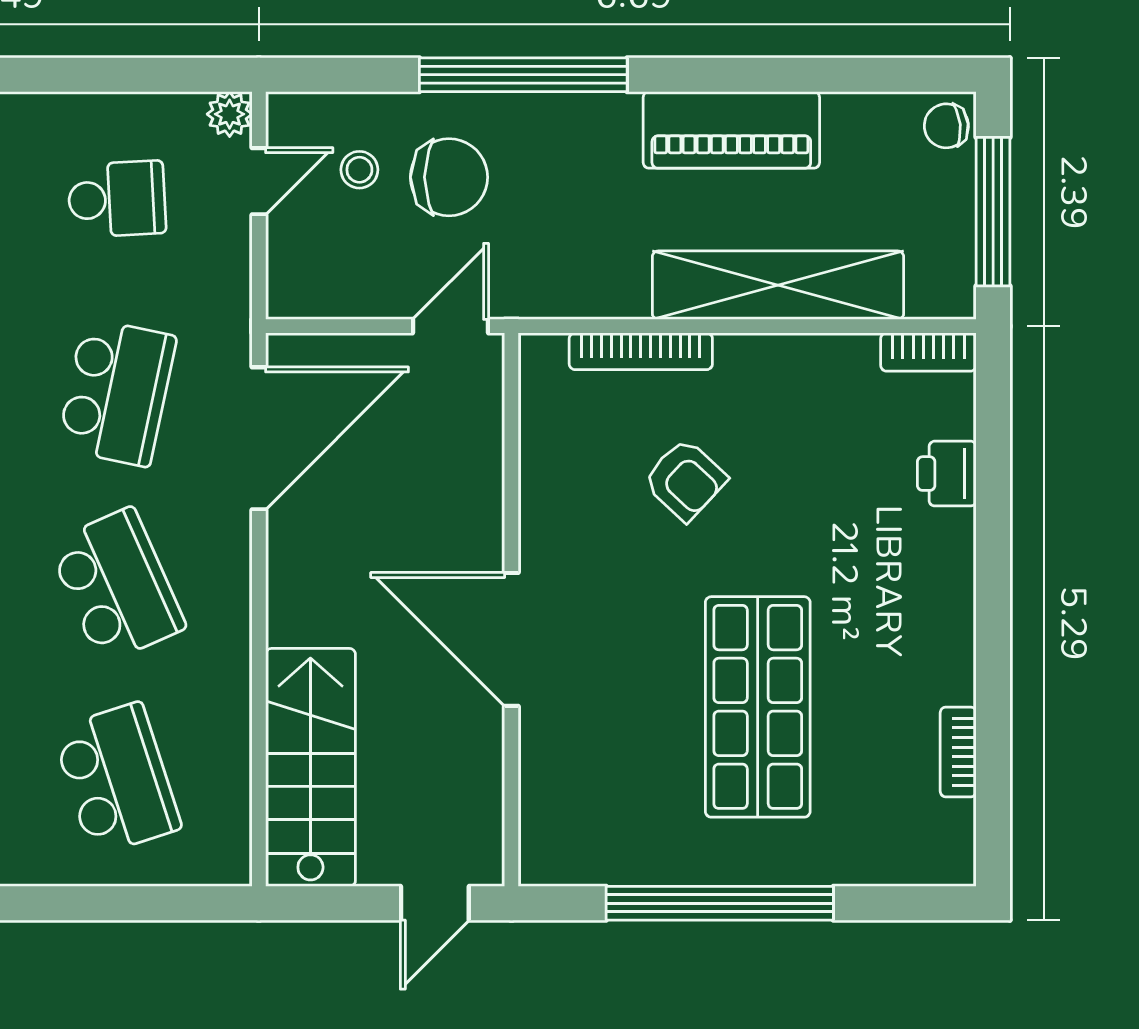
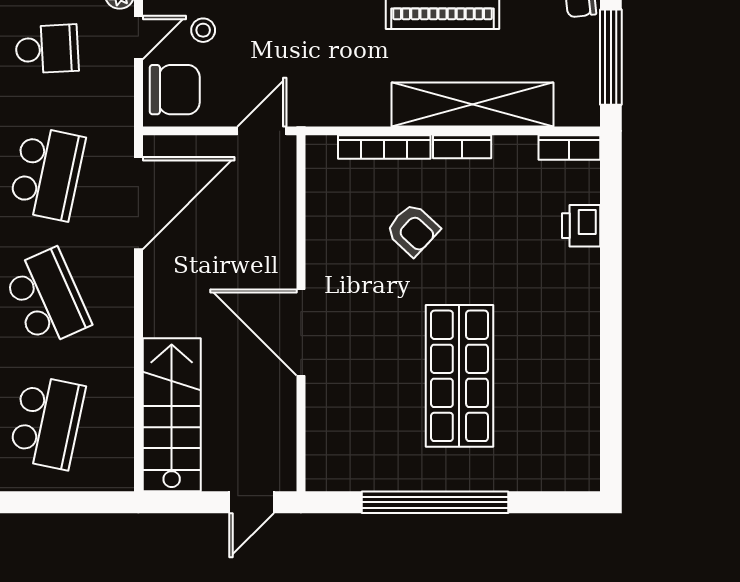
chair: (449, 177) -> (175, 90), moved
bookcase: (958, 752) -> (462, 147), moved, turned -90
school desk: (117, 779) -> (47, 422), turned 30

